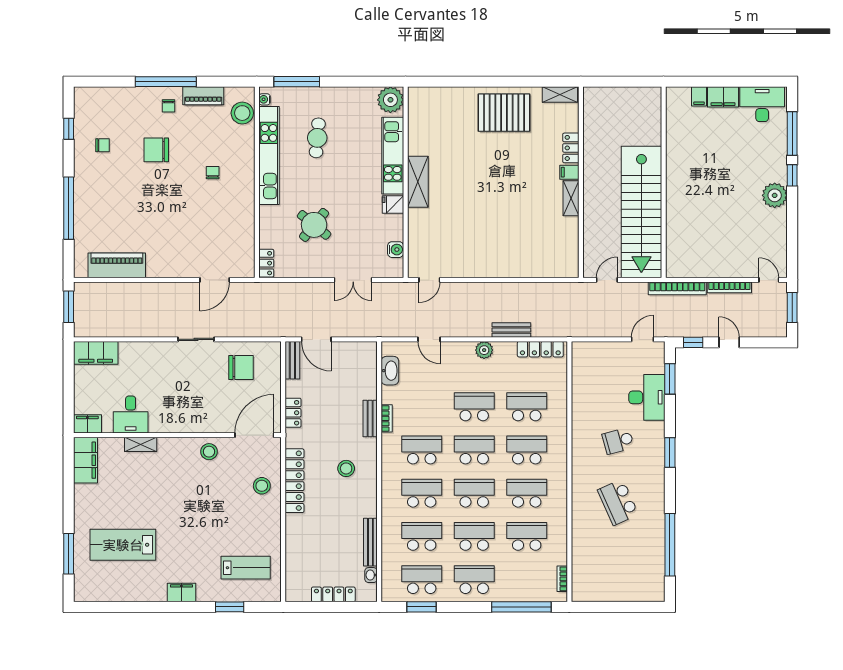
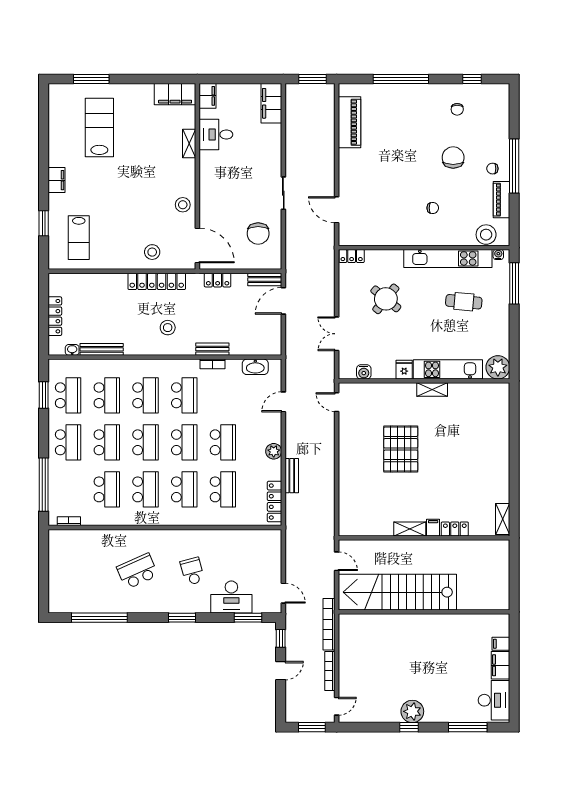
pallet: (504, 113) -> (401, 449), moved
window: (792, 175) -> (409, 727), moved
shelving: (418, 182) -> (432, 390), width x0.67, depth x0.75

